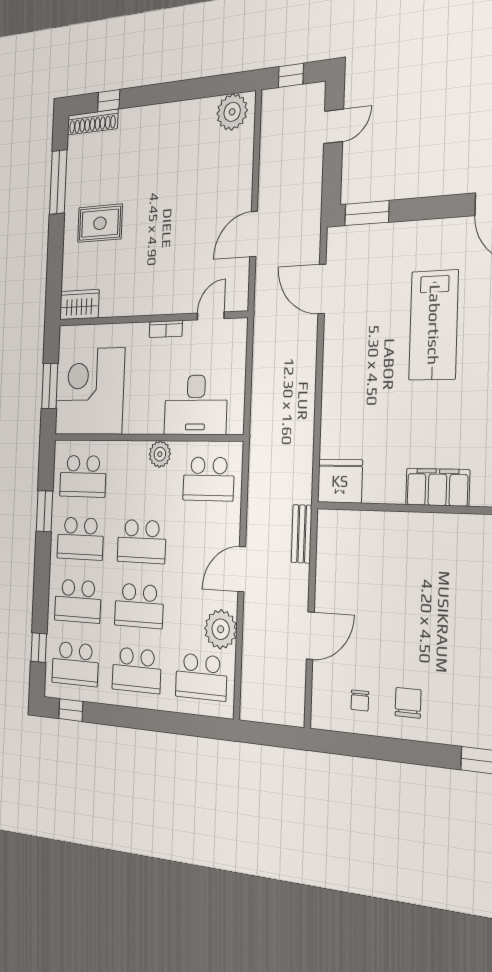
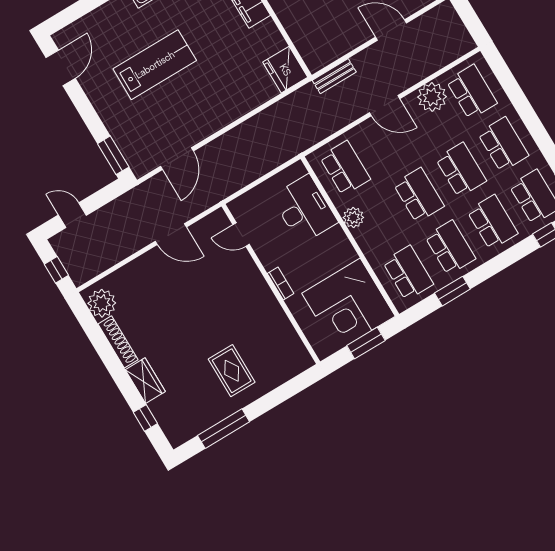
shoe rack: (92, 122) -> (118, 342), moved
wardrobe: (79, 305) -> (145, 381), moved, turned 180
bookcase: (166, 329) -> (281, 284), moved

